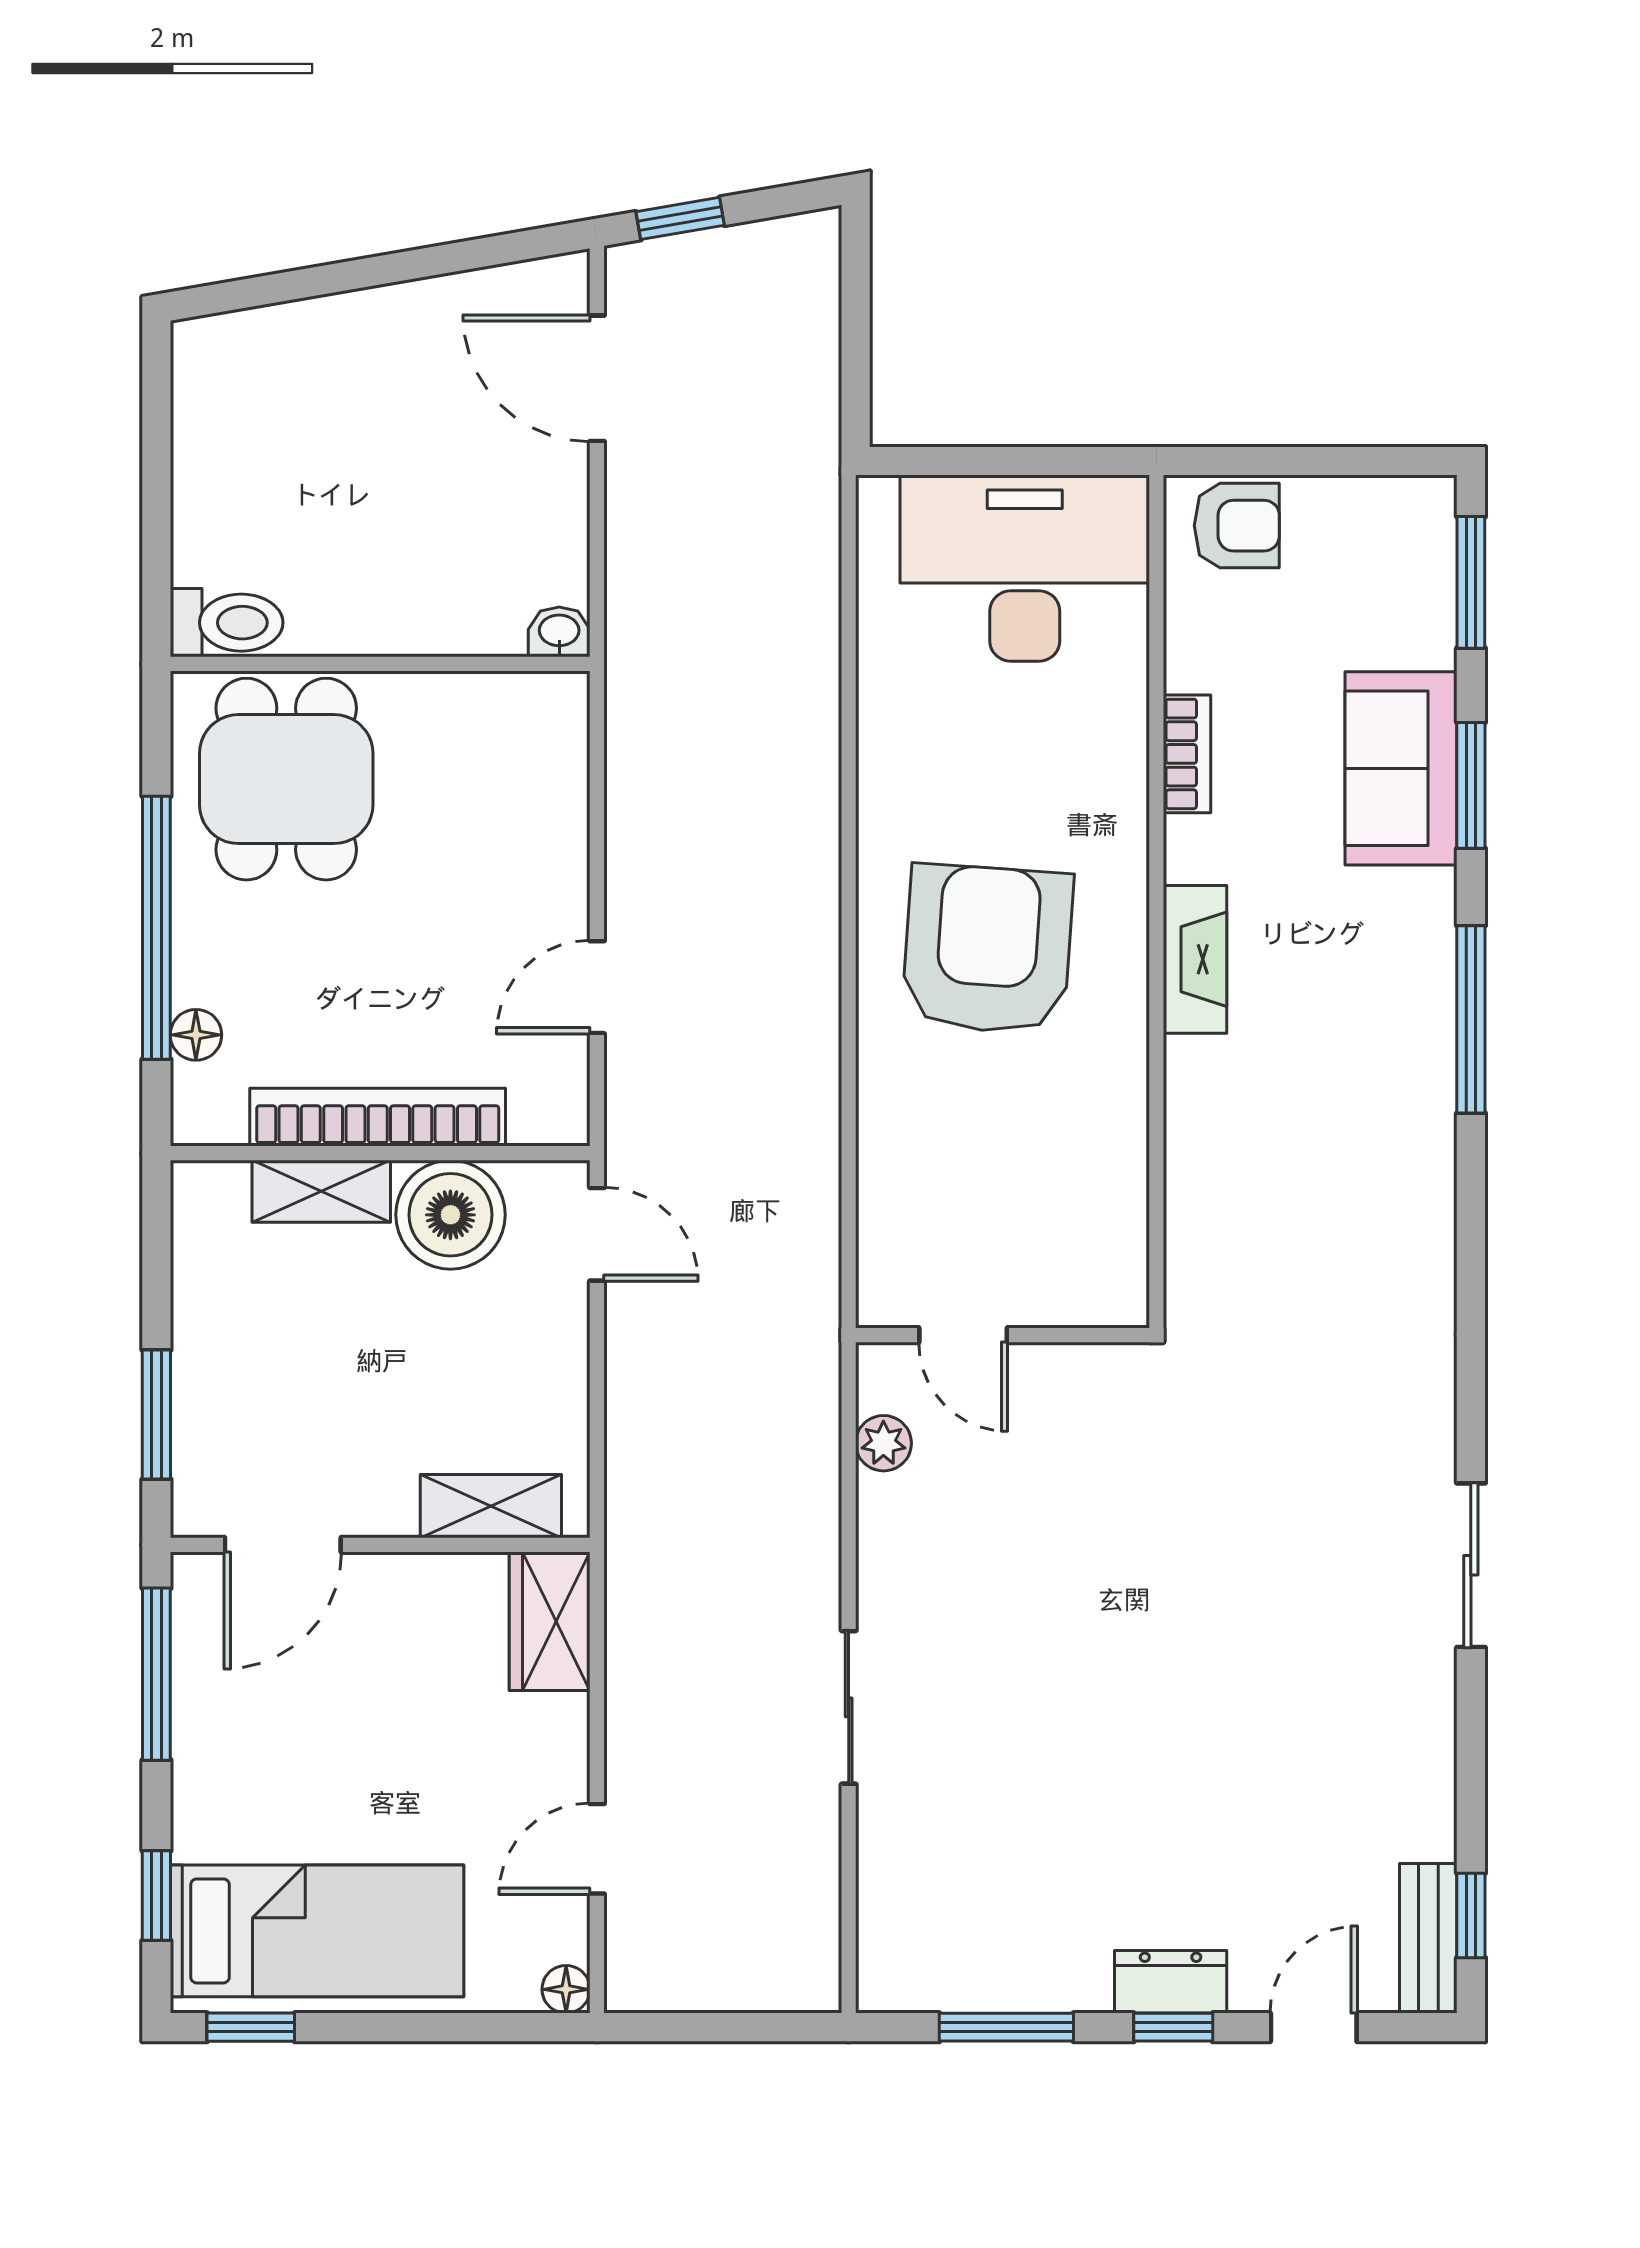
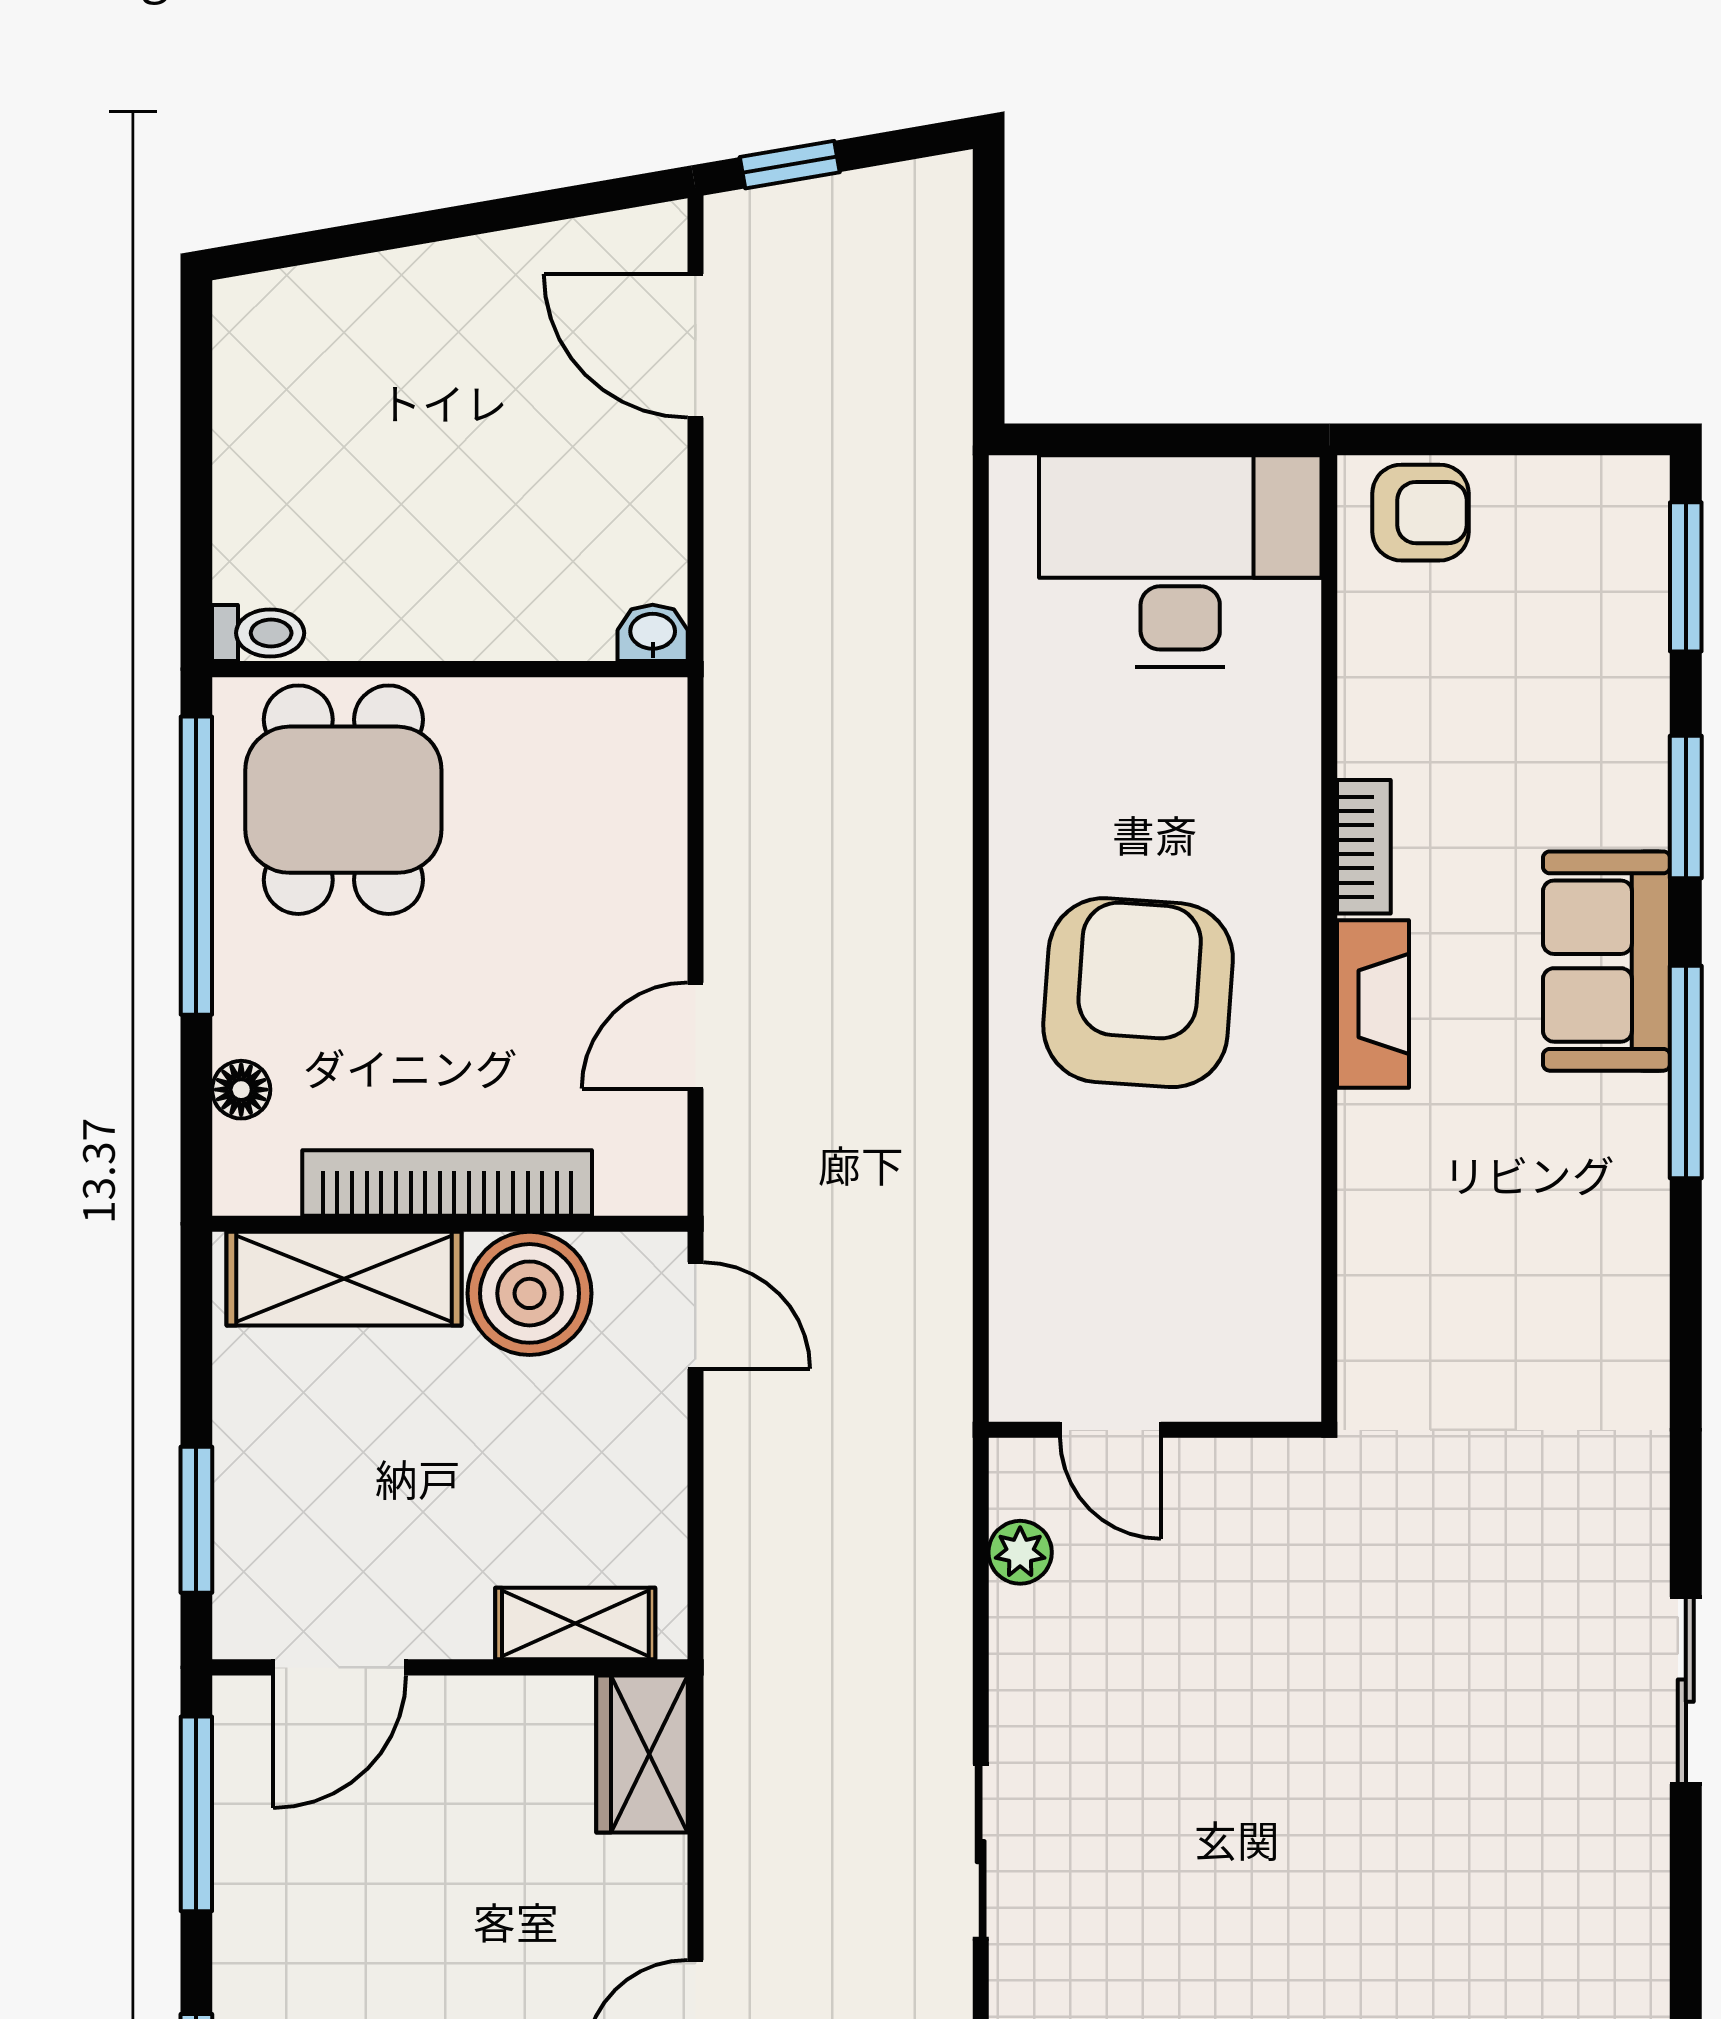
toilet: (227, 623) -> (258, 633), width x0.73, depth x0.72
bookcase: (1187, 754) -> (1364, 847), moved
sofa: (1401, 768) -> (1607, 961), moved
window: (156, 928) -> (196, 866), moved
shelving: (321, 1191) -> (344, 1279), width x1.50, depth x1.33

